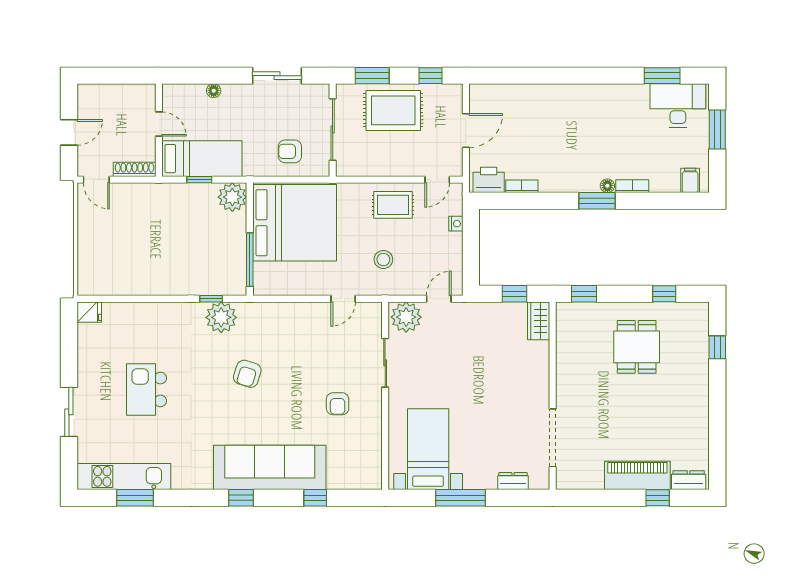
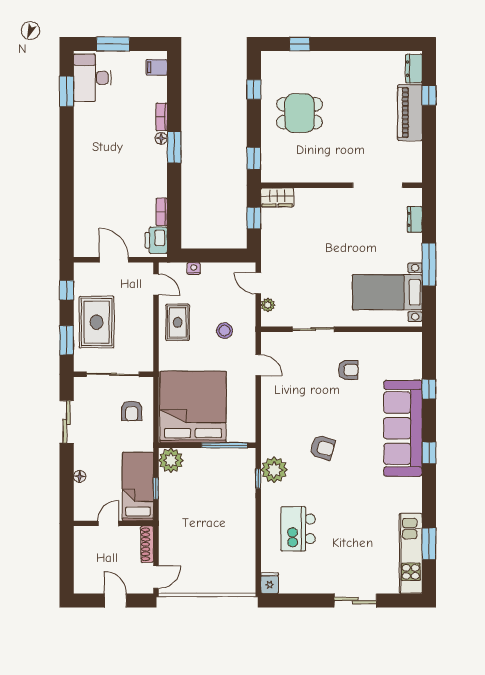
plant: (406, 317) -> (268, 305), width x0.53, depth x0.53
kitchen island: (147, 389) -> (298, 529), moved, turned 90

